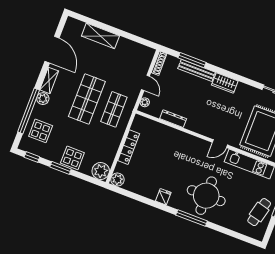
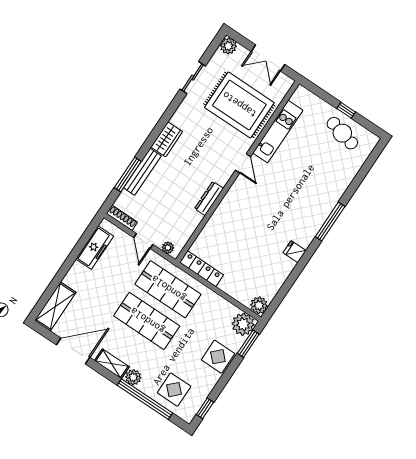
shelving: (100, 36) -> (55, 306), moved
freezer: (132, 48) -> (95, 248), added
door: (145, 83) -> (143, 241), swing flipped
shop shelf: (114, 109) -> (168, 289), width x1.43, depth x1.36
dresser: (173, 119) -> (209, 198), moved
locker: (129, 147) -> (202, 269), moved
window: (61, 168) -> (248, 344), moved
round table: (206, 196) -> (306, 196), removed

